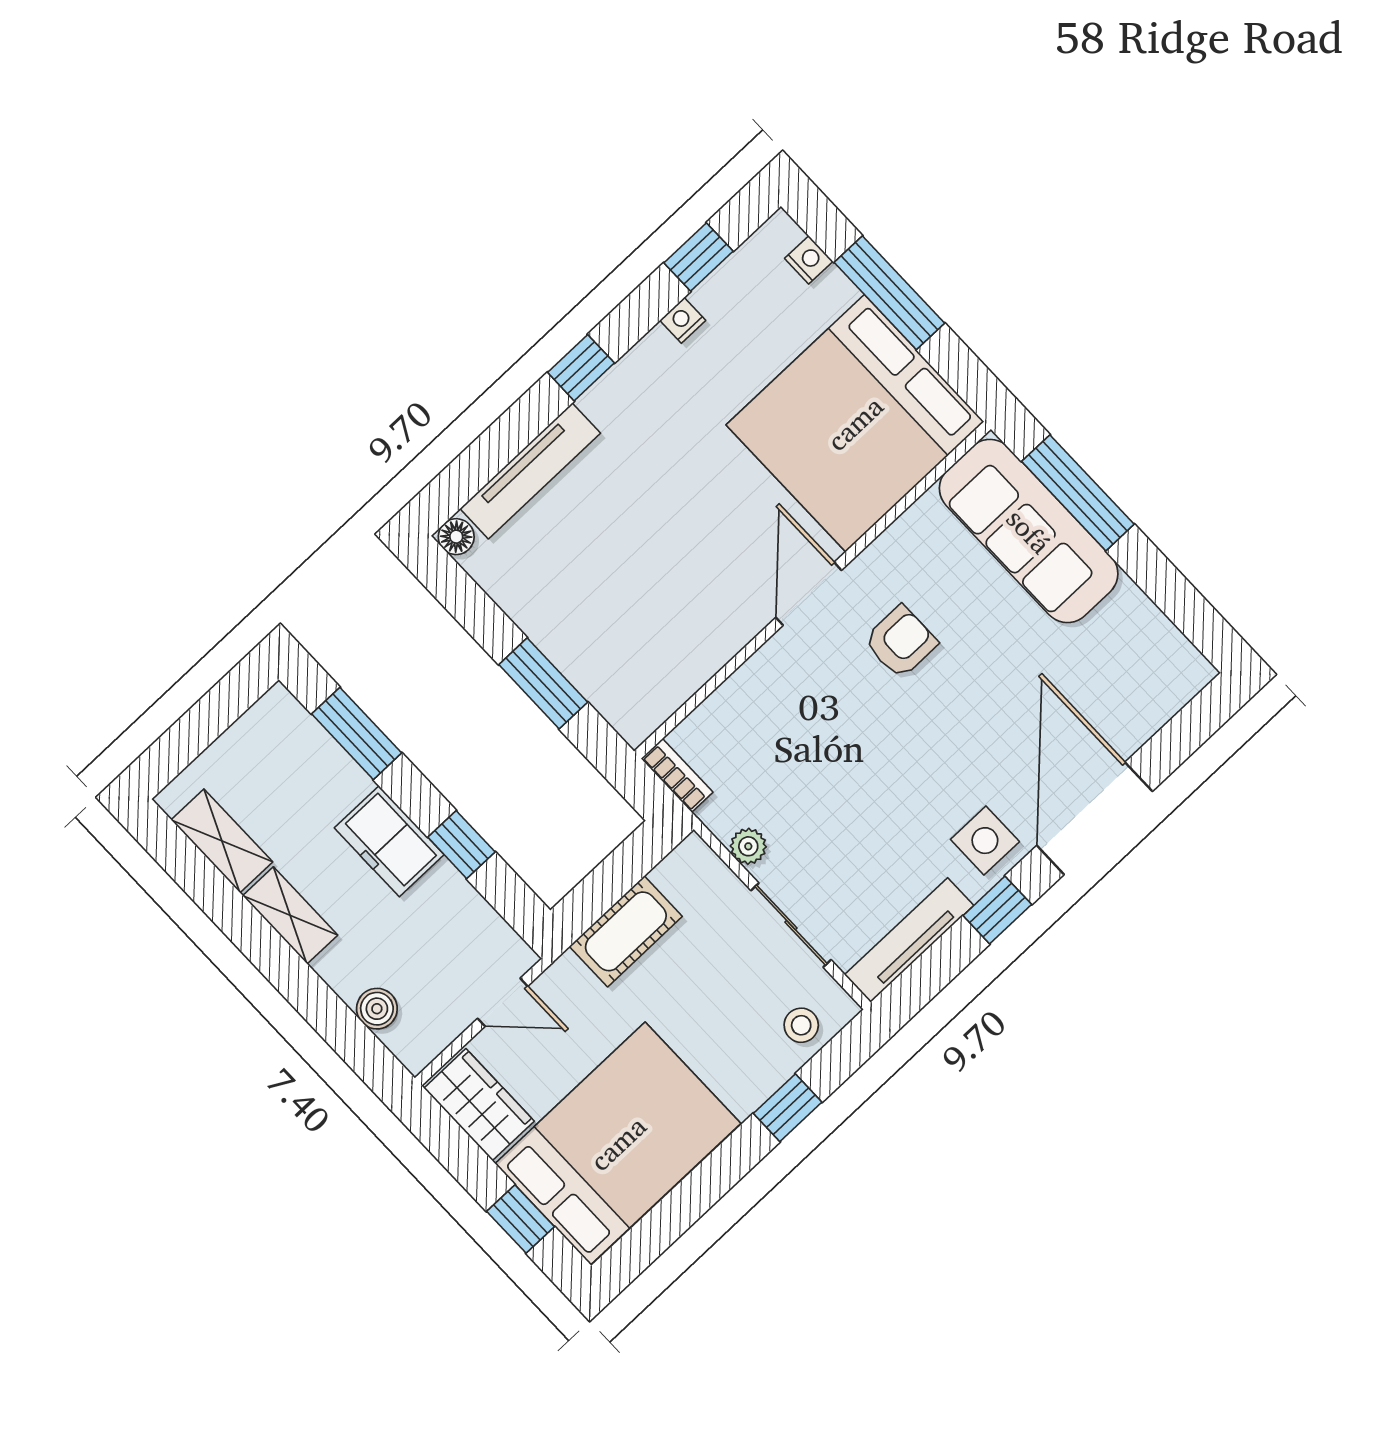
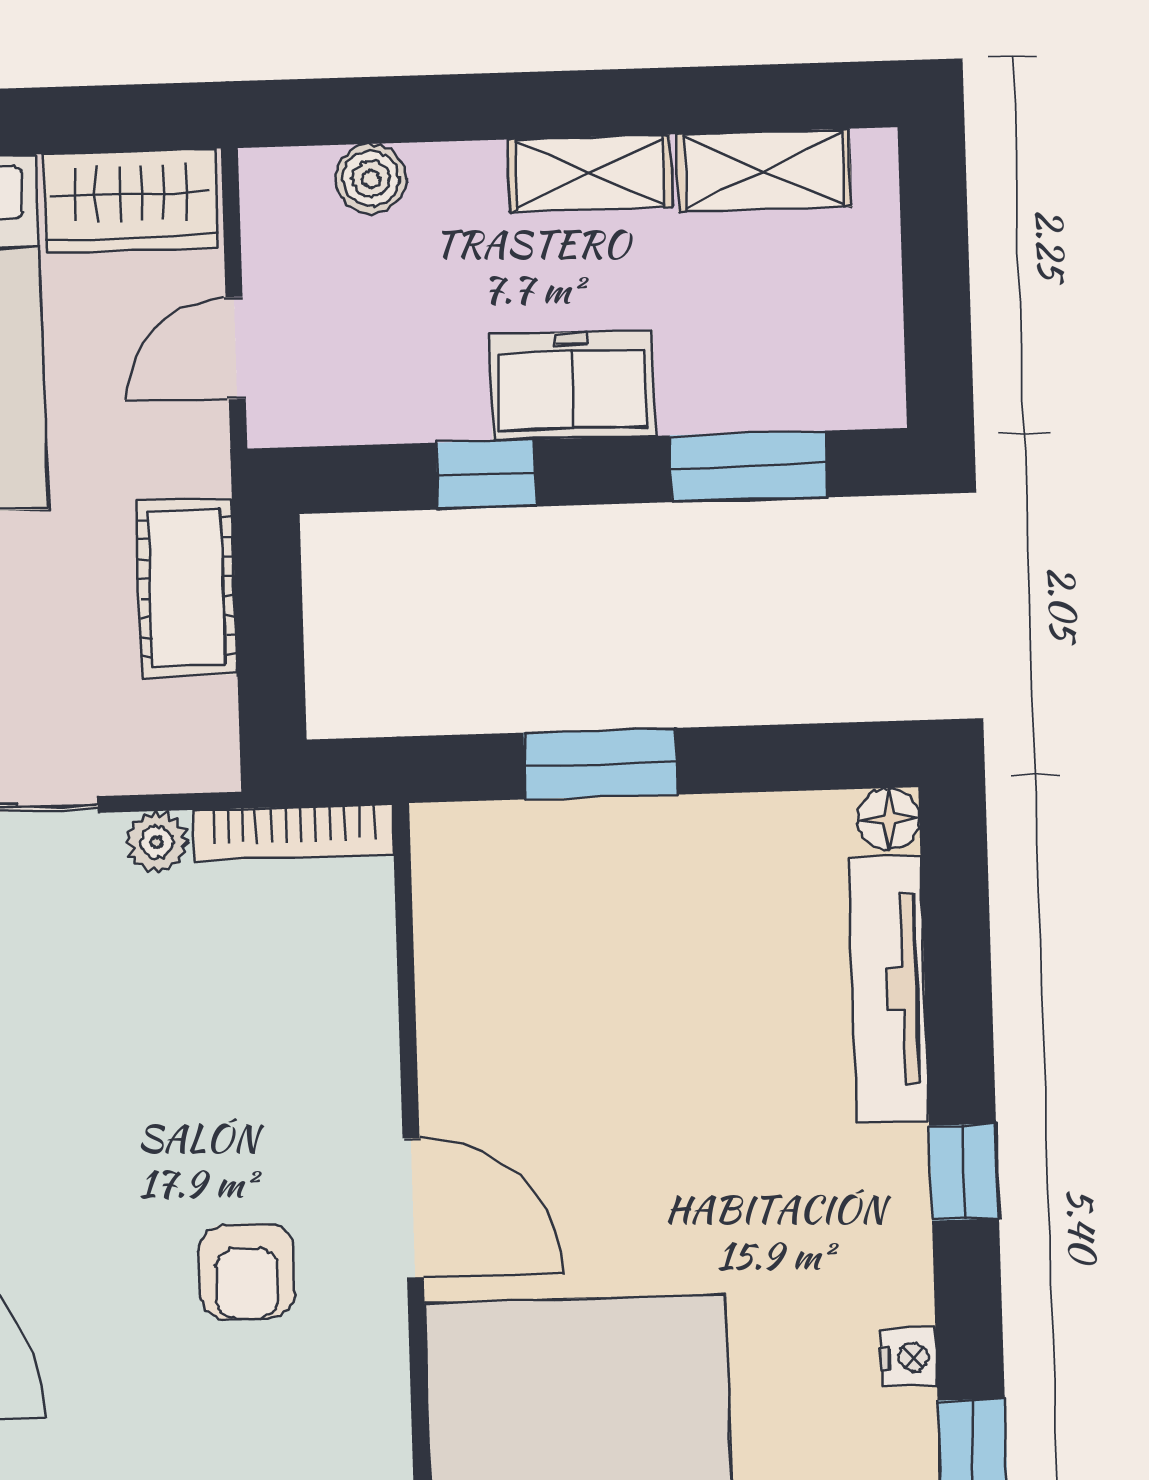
bookcase: (677, 775) -> (294, 832), width x1.56

